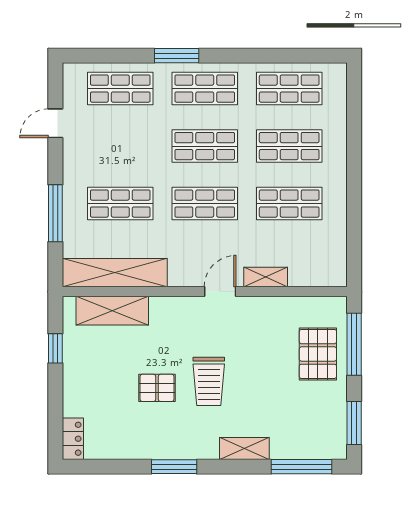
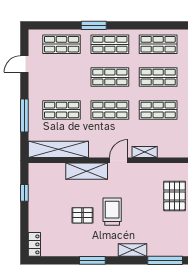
shelving: (112, 311) -> (87, 171), moved
trolley: (209, 381) -> (112, 212), turned 180

